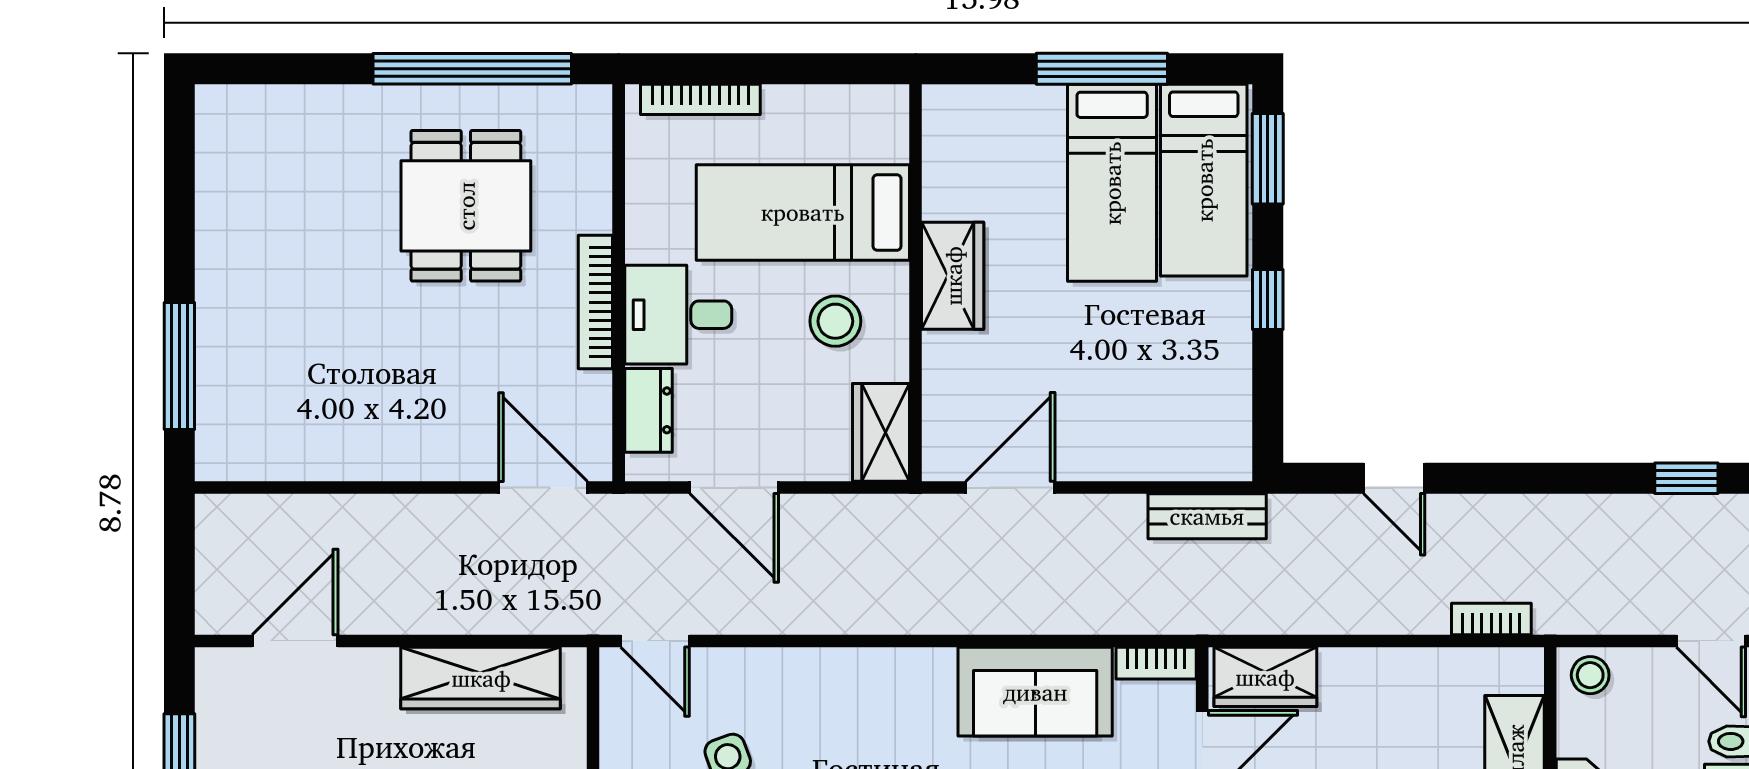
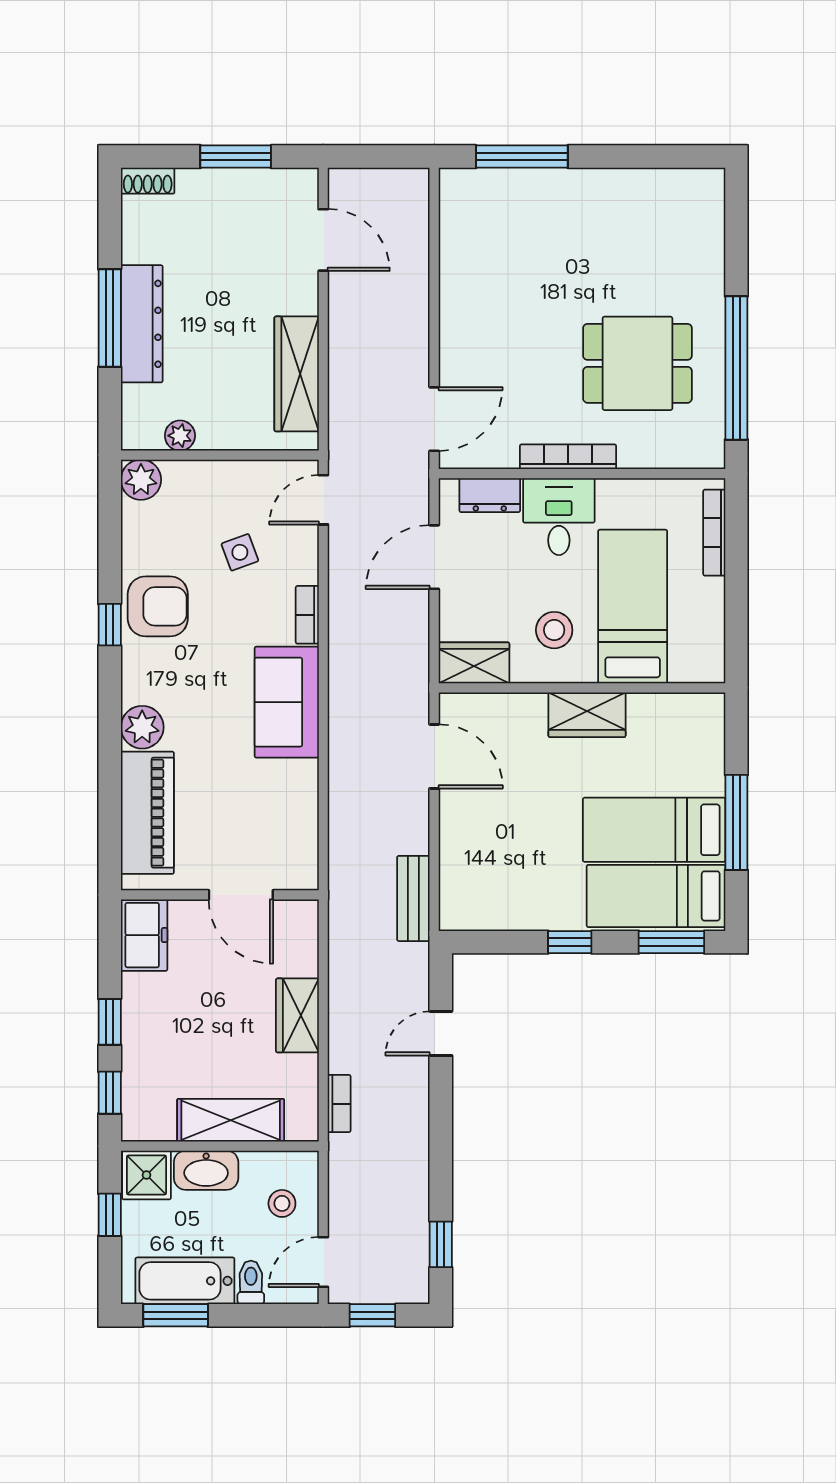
bookcase: (1156, 663) -> (307, 615), moved
stool: (1590, 675) -> (282, 1203), moved
wardrobe: (1265, 677) -> (297, 1015), moved
sofa: (1035, 692) -> (287, 702), moved

